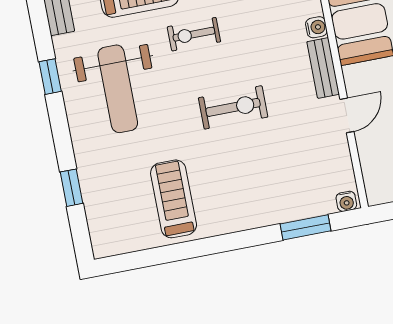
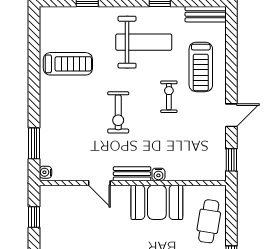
weight bench: (118, 89) -> (144, 42), turned 180

